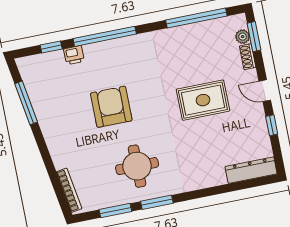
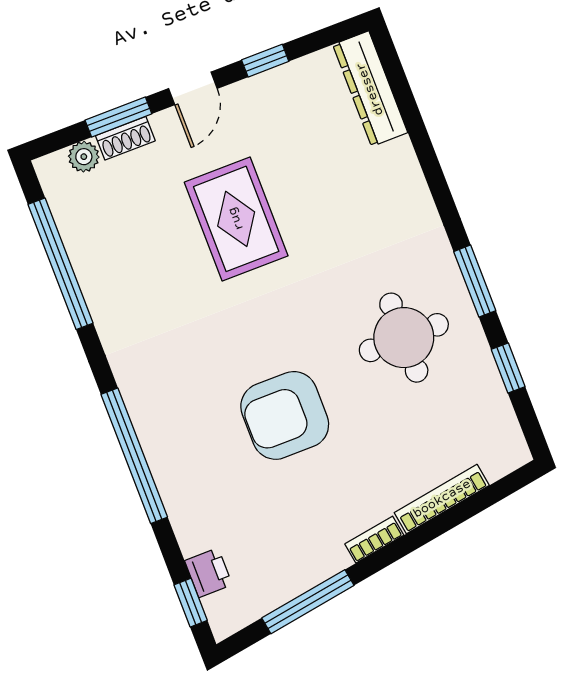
window: (254, 37) -> (118, 117), moved
window: (51, 47) -> (191, 603), moved
printer: (74, 55) -> (208, 573), moved
bookcase: (49, 137) -> (374, 540), added
bookcase: (69, 190) -> (442, 499), moved
window: (115, 211) -> (508, 368), width x0.67

